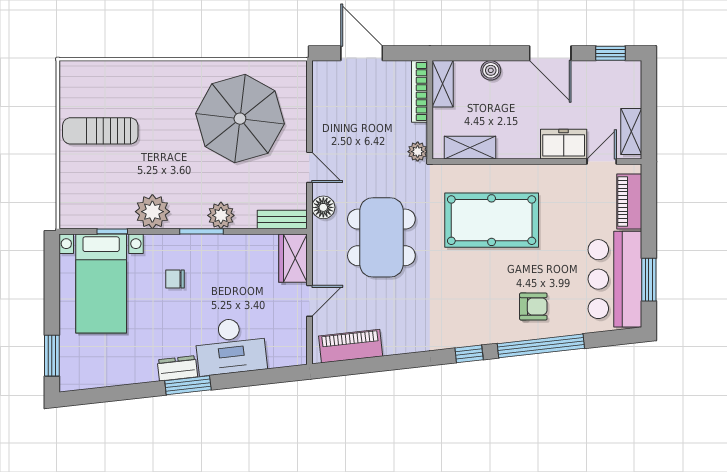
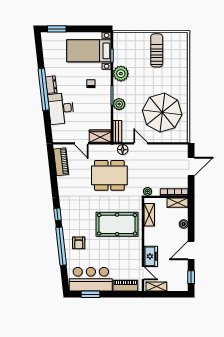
door: (309, 167) -> (141, 143), swing flipped
pool table: (492, 220) -> (117, 224), turned 90
window: (188, 385) -> (44, 89), width x2.11

